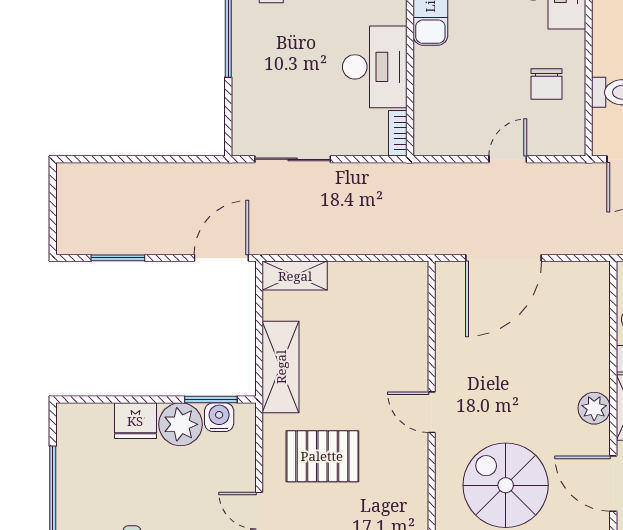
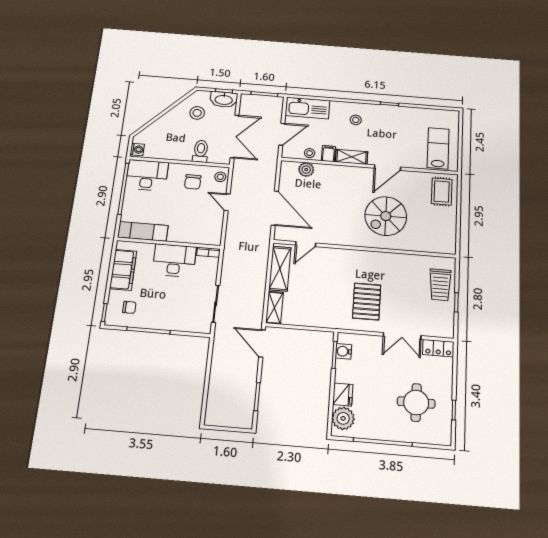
chair: (547, 84) -> (193, 182), turned 90
stool: (563, 139) -> (220, 177), added
shelving: (281, 367) -> (280, 269), moved, turned 90
plant: (594, 408) -> (306, 170), moved
door: (432, 412) -> (306, 244), moved
plant: (181, 424) -> (343, 418), moved

